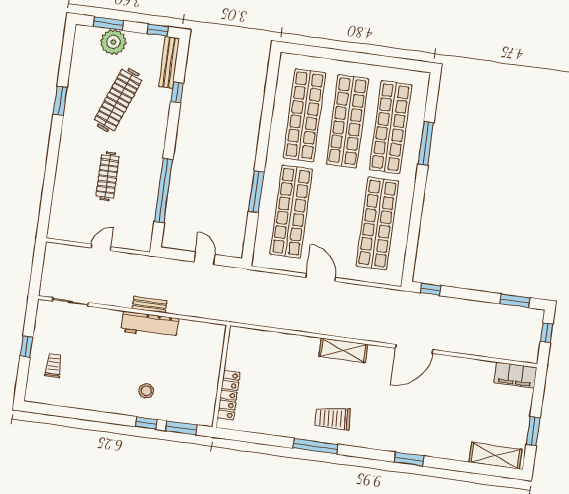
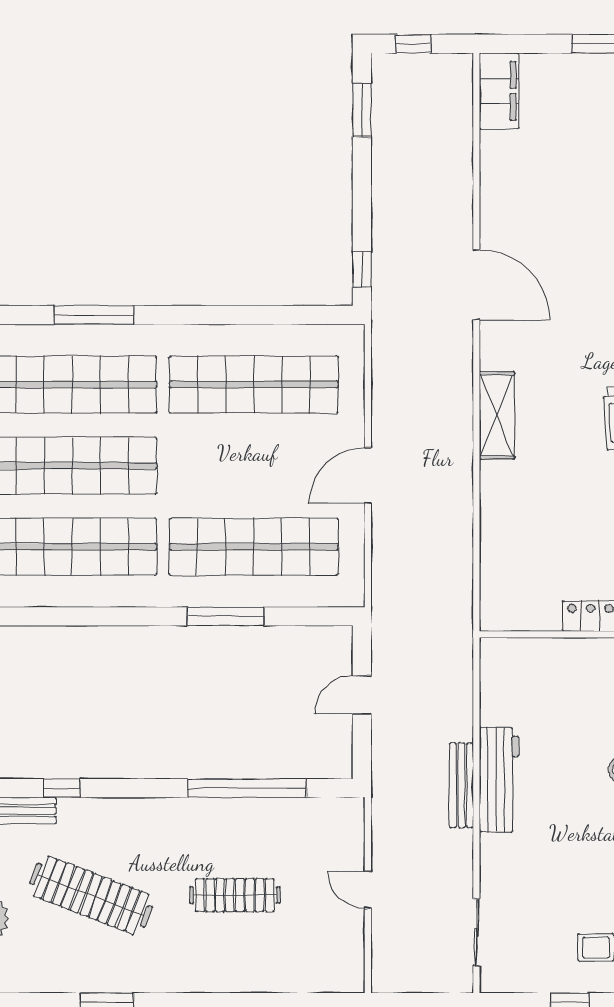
bench: (149, 305) -> (461, 785), width x1.36

